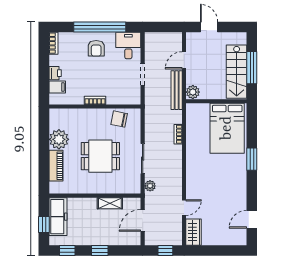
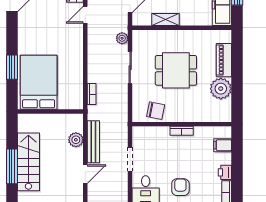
printer: (55, 73) -> (225, 172), moved
wall: (216, 101) -> (50, 112), moved
bed: (227, 128) -> (39, 82), moved

